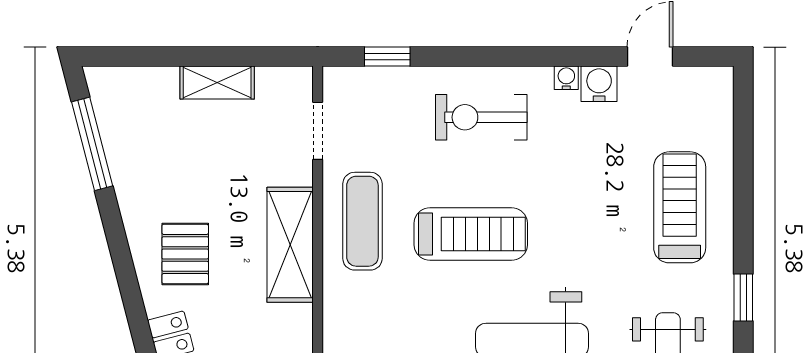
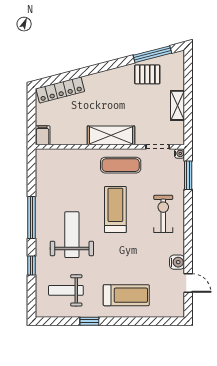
window: (387, 57) -> (188, 175), width x1.50
water cooler: (566, 78) -> (179, 153), moved
treadmill: (471, 234) -> (115, 210), turned 180
pallet: (185, 254) -> (147, 74), moved

